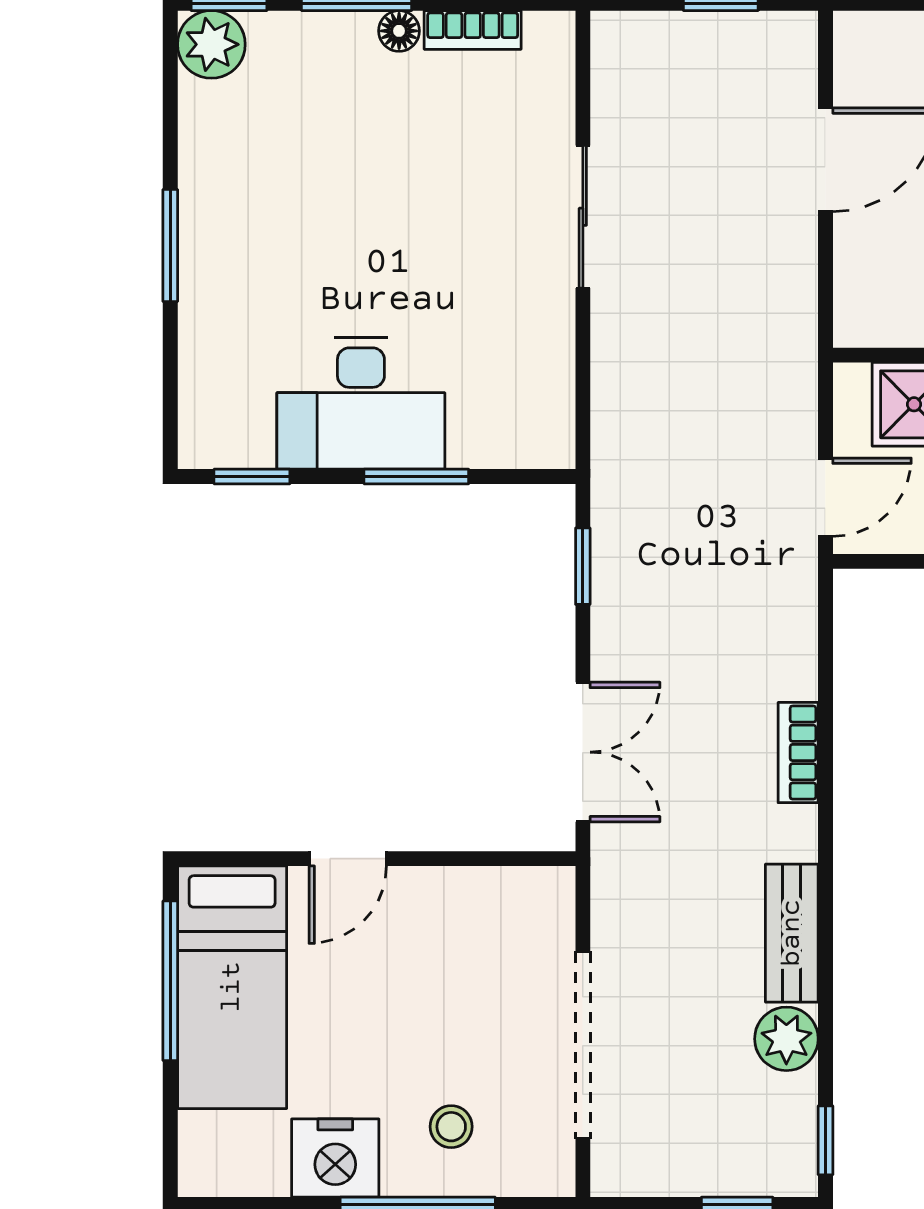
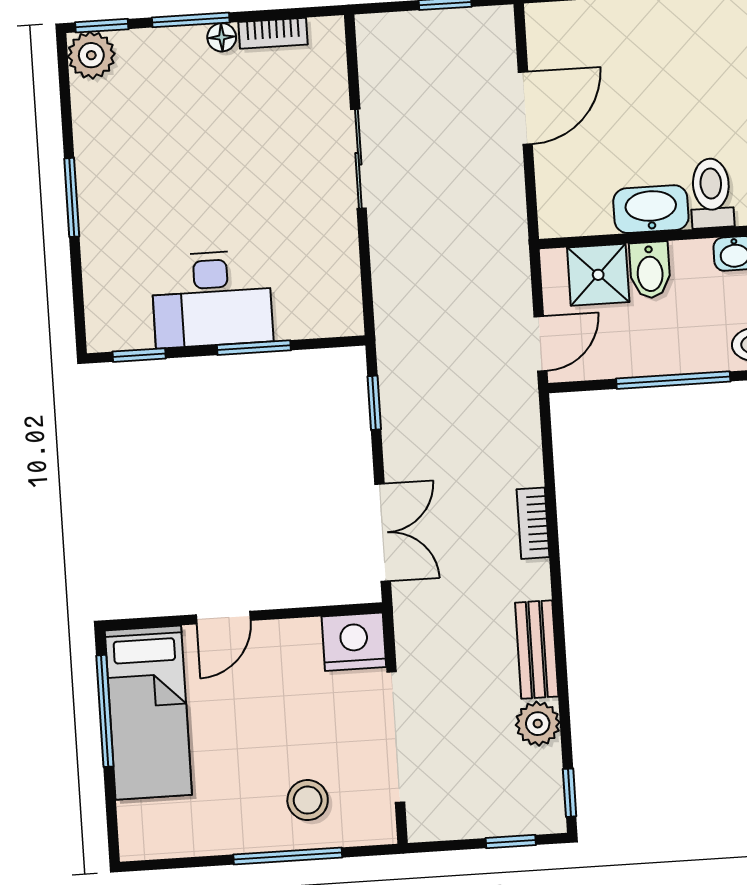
stool: (451, 1127) -> (308, 800), width x1.37, depth x1.37
nightstand: (335, 1158) -> (354, 642), moved, turned 180

